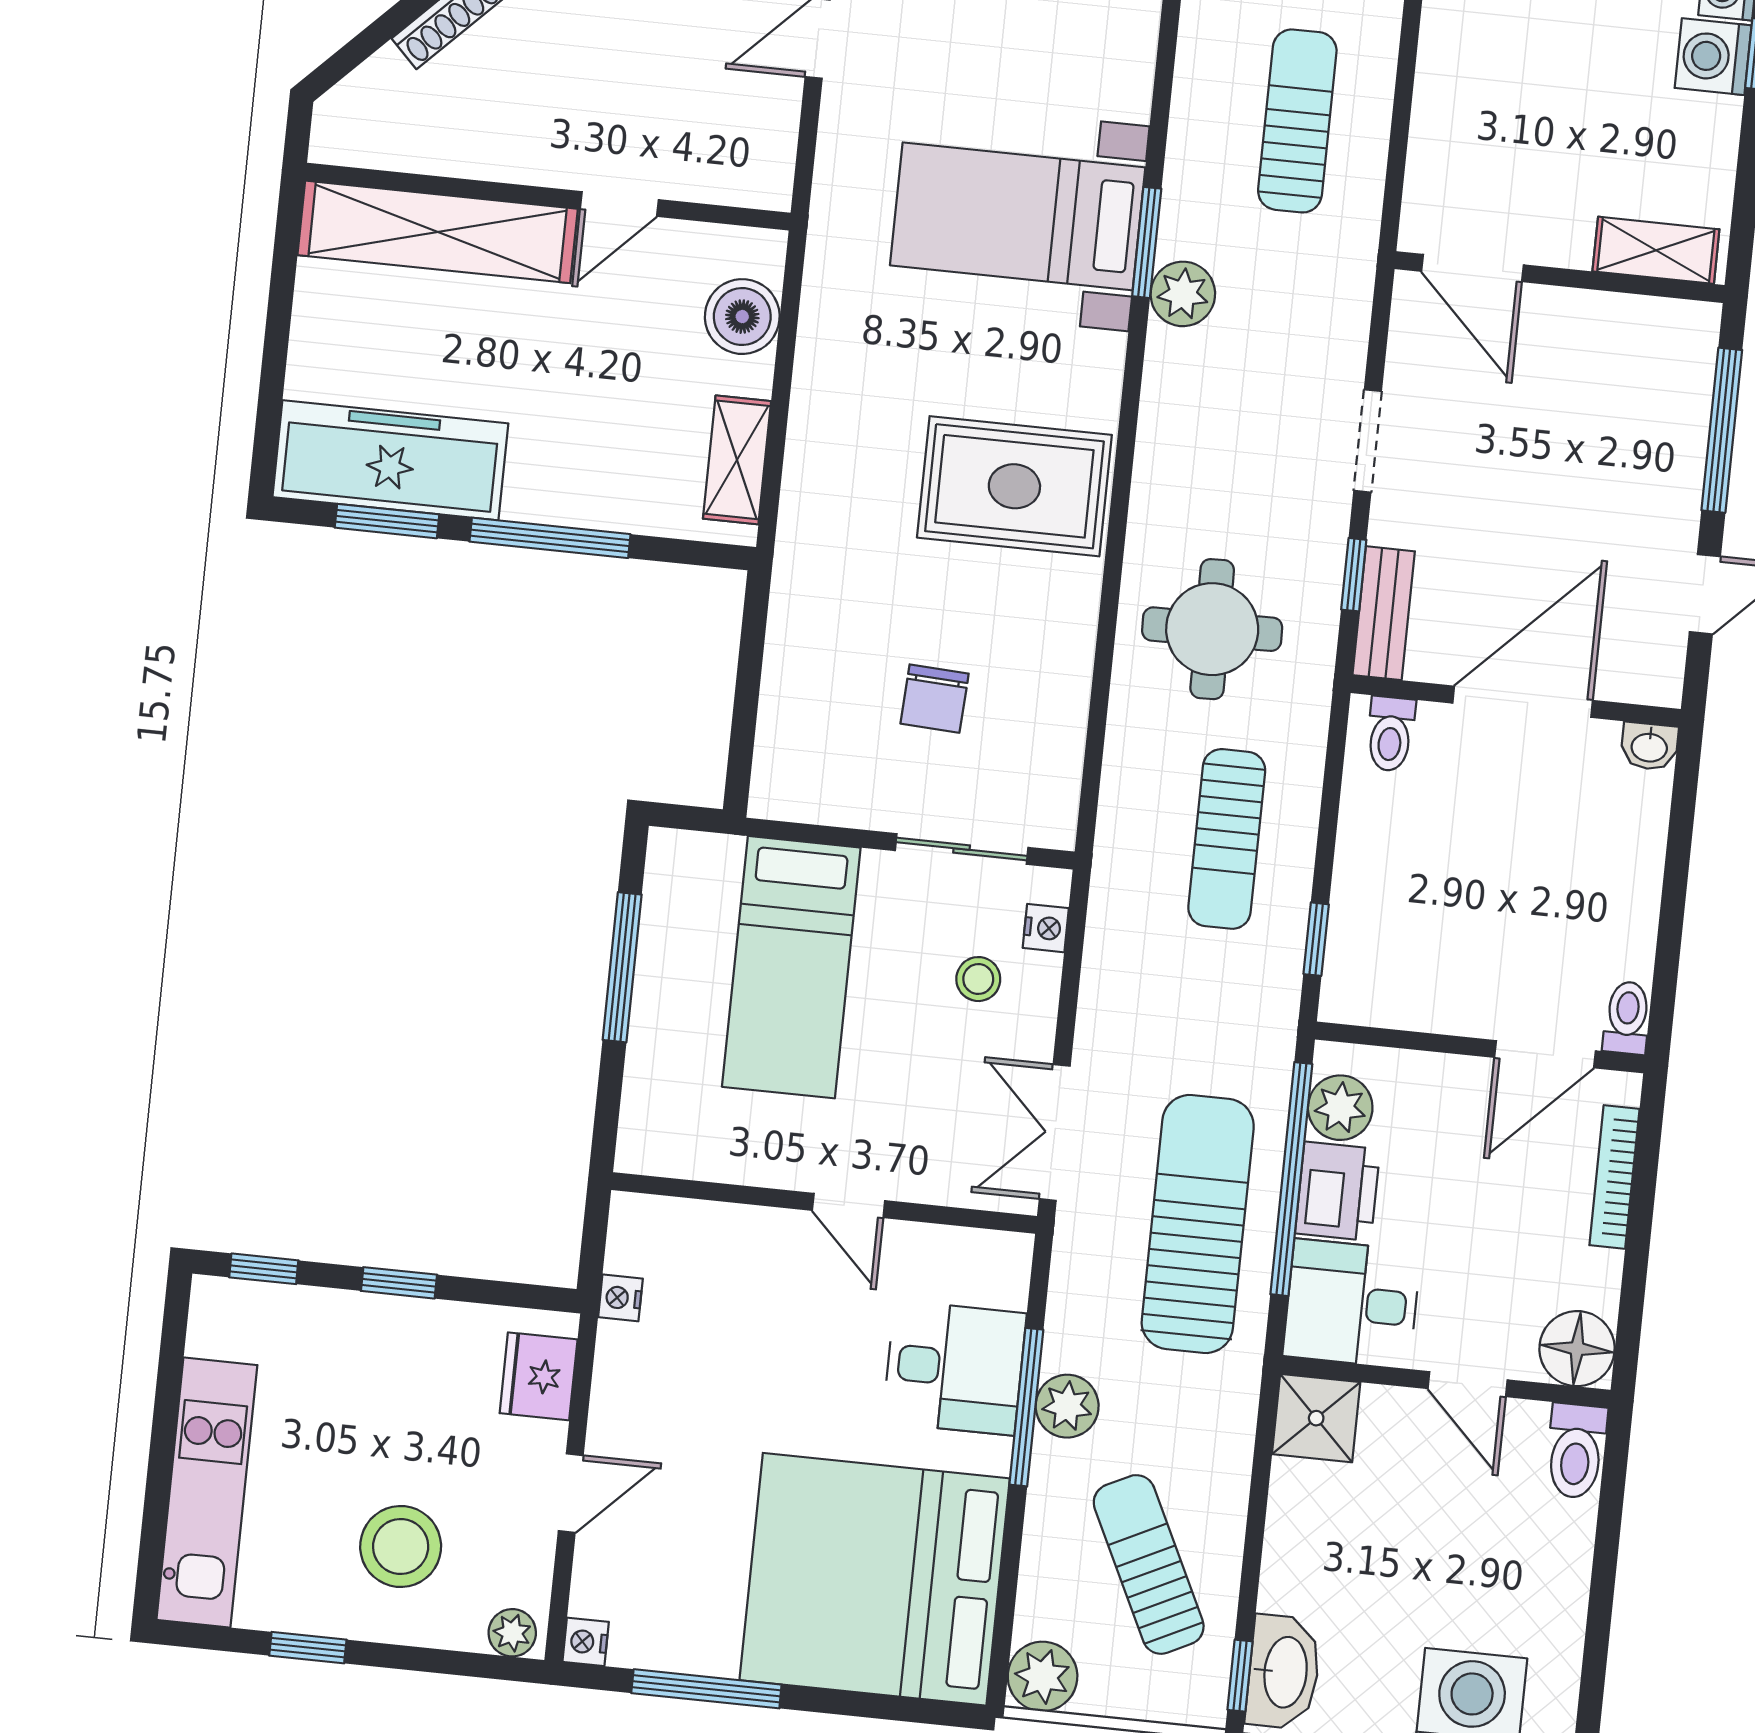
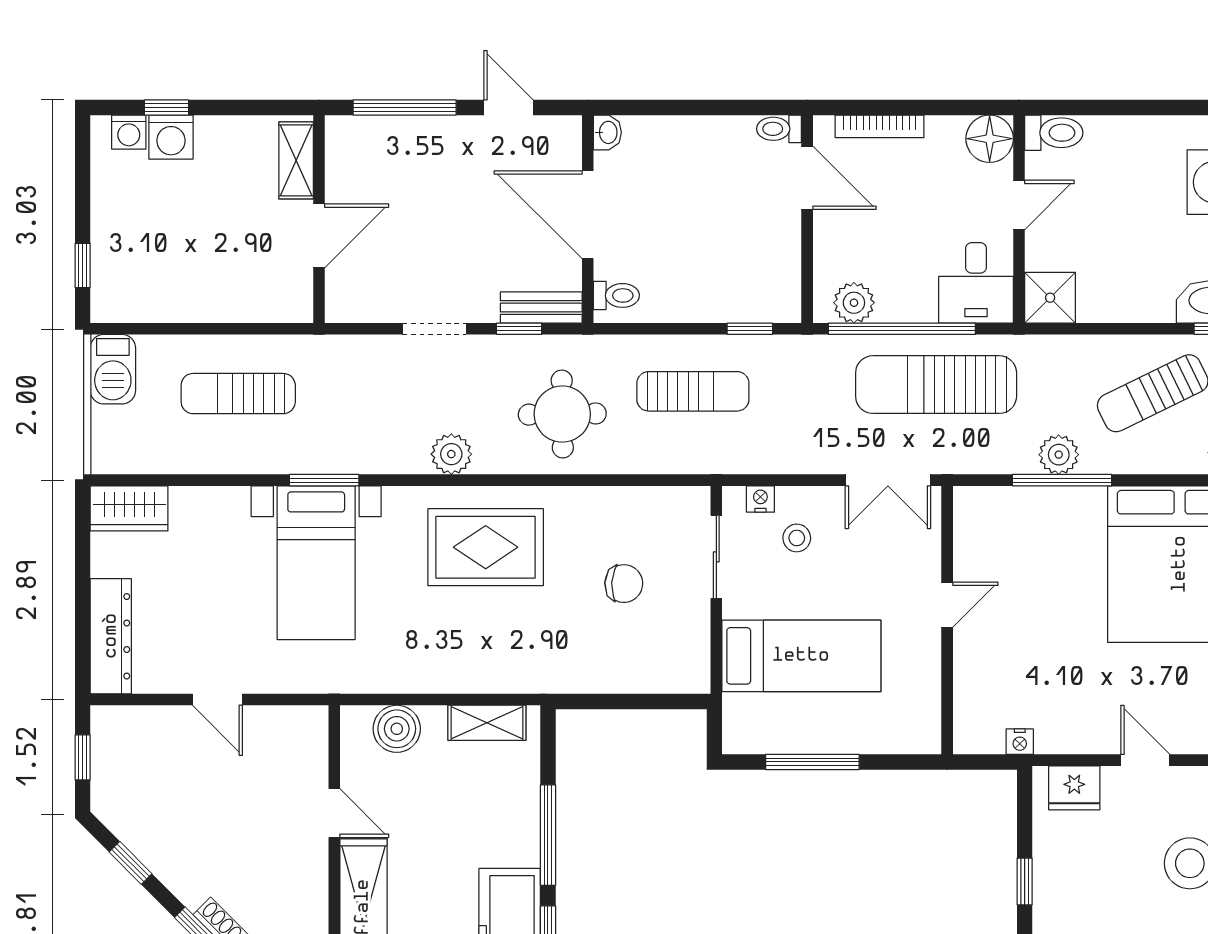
door: (1473, 268) -> (319, 236), moved
plant: (1183, 294) -> (451, 454), moved
rug: (1014, 486) -> (486, 547), turned 90
printer: (1338, 1191) -> (906, 299), removed
desk: (954, 1368) -> (1042, 528), removed

